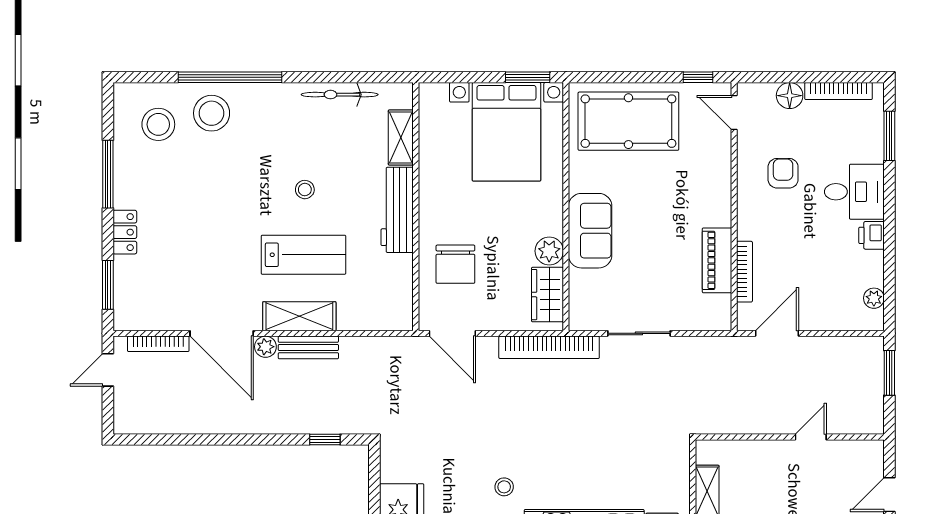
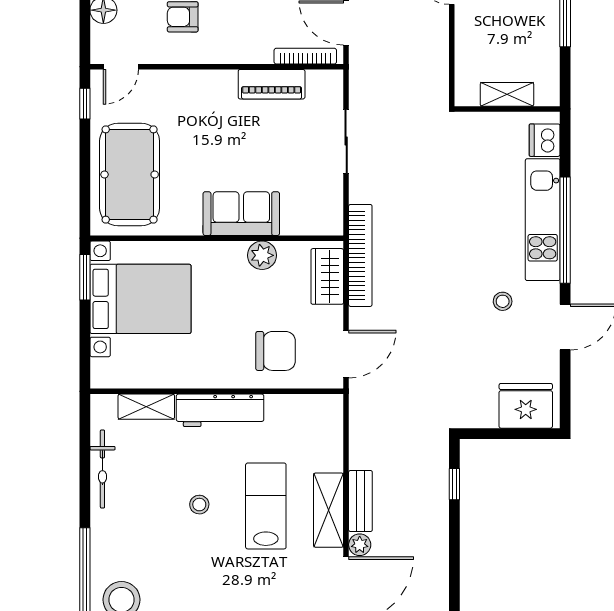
bookcase: (744, 272) -> (305, 56), moved
wardrobe: (547, 295) -> (327, 276), moved, turned 90
sliding door: (639, 333) -> (346, 141), moved

